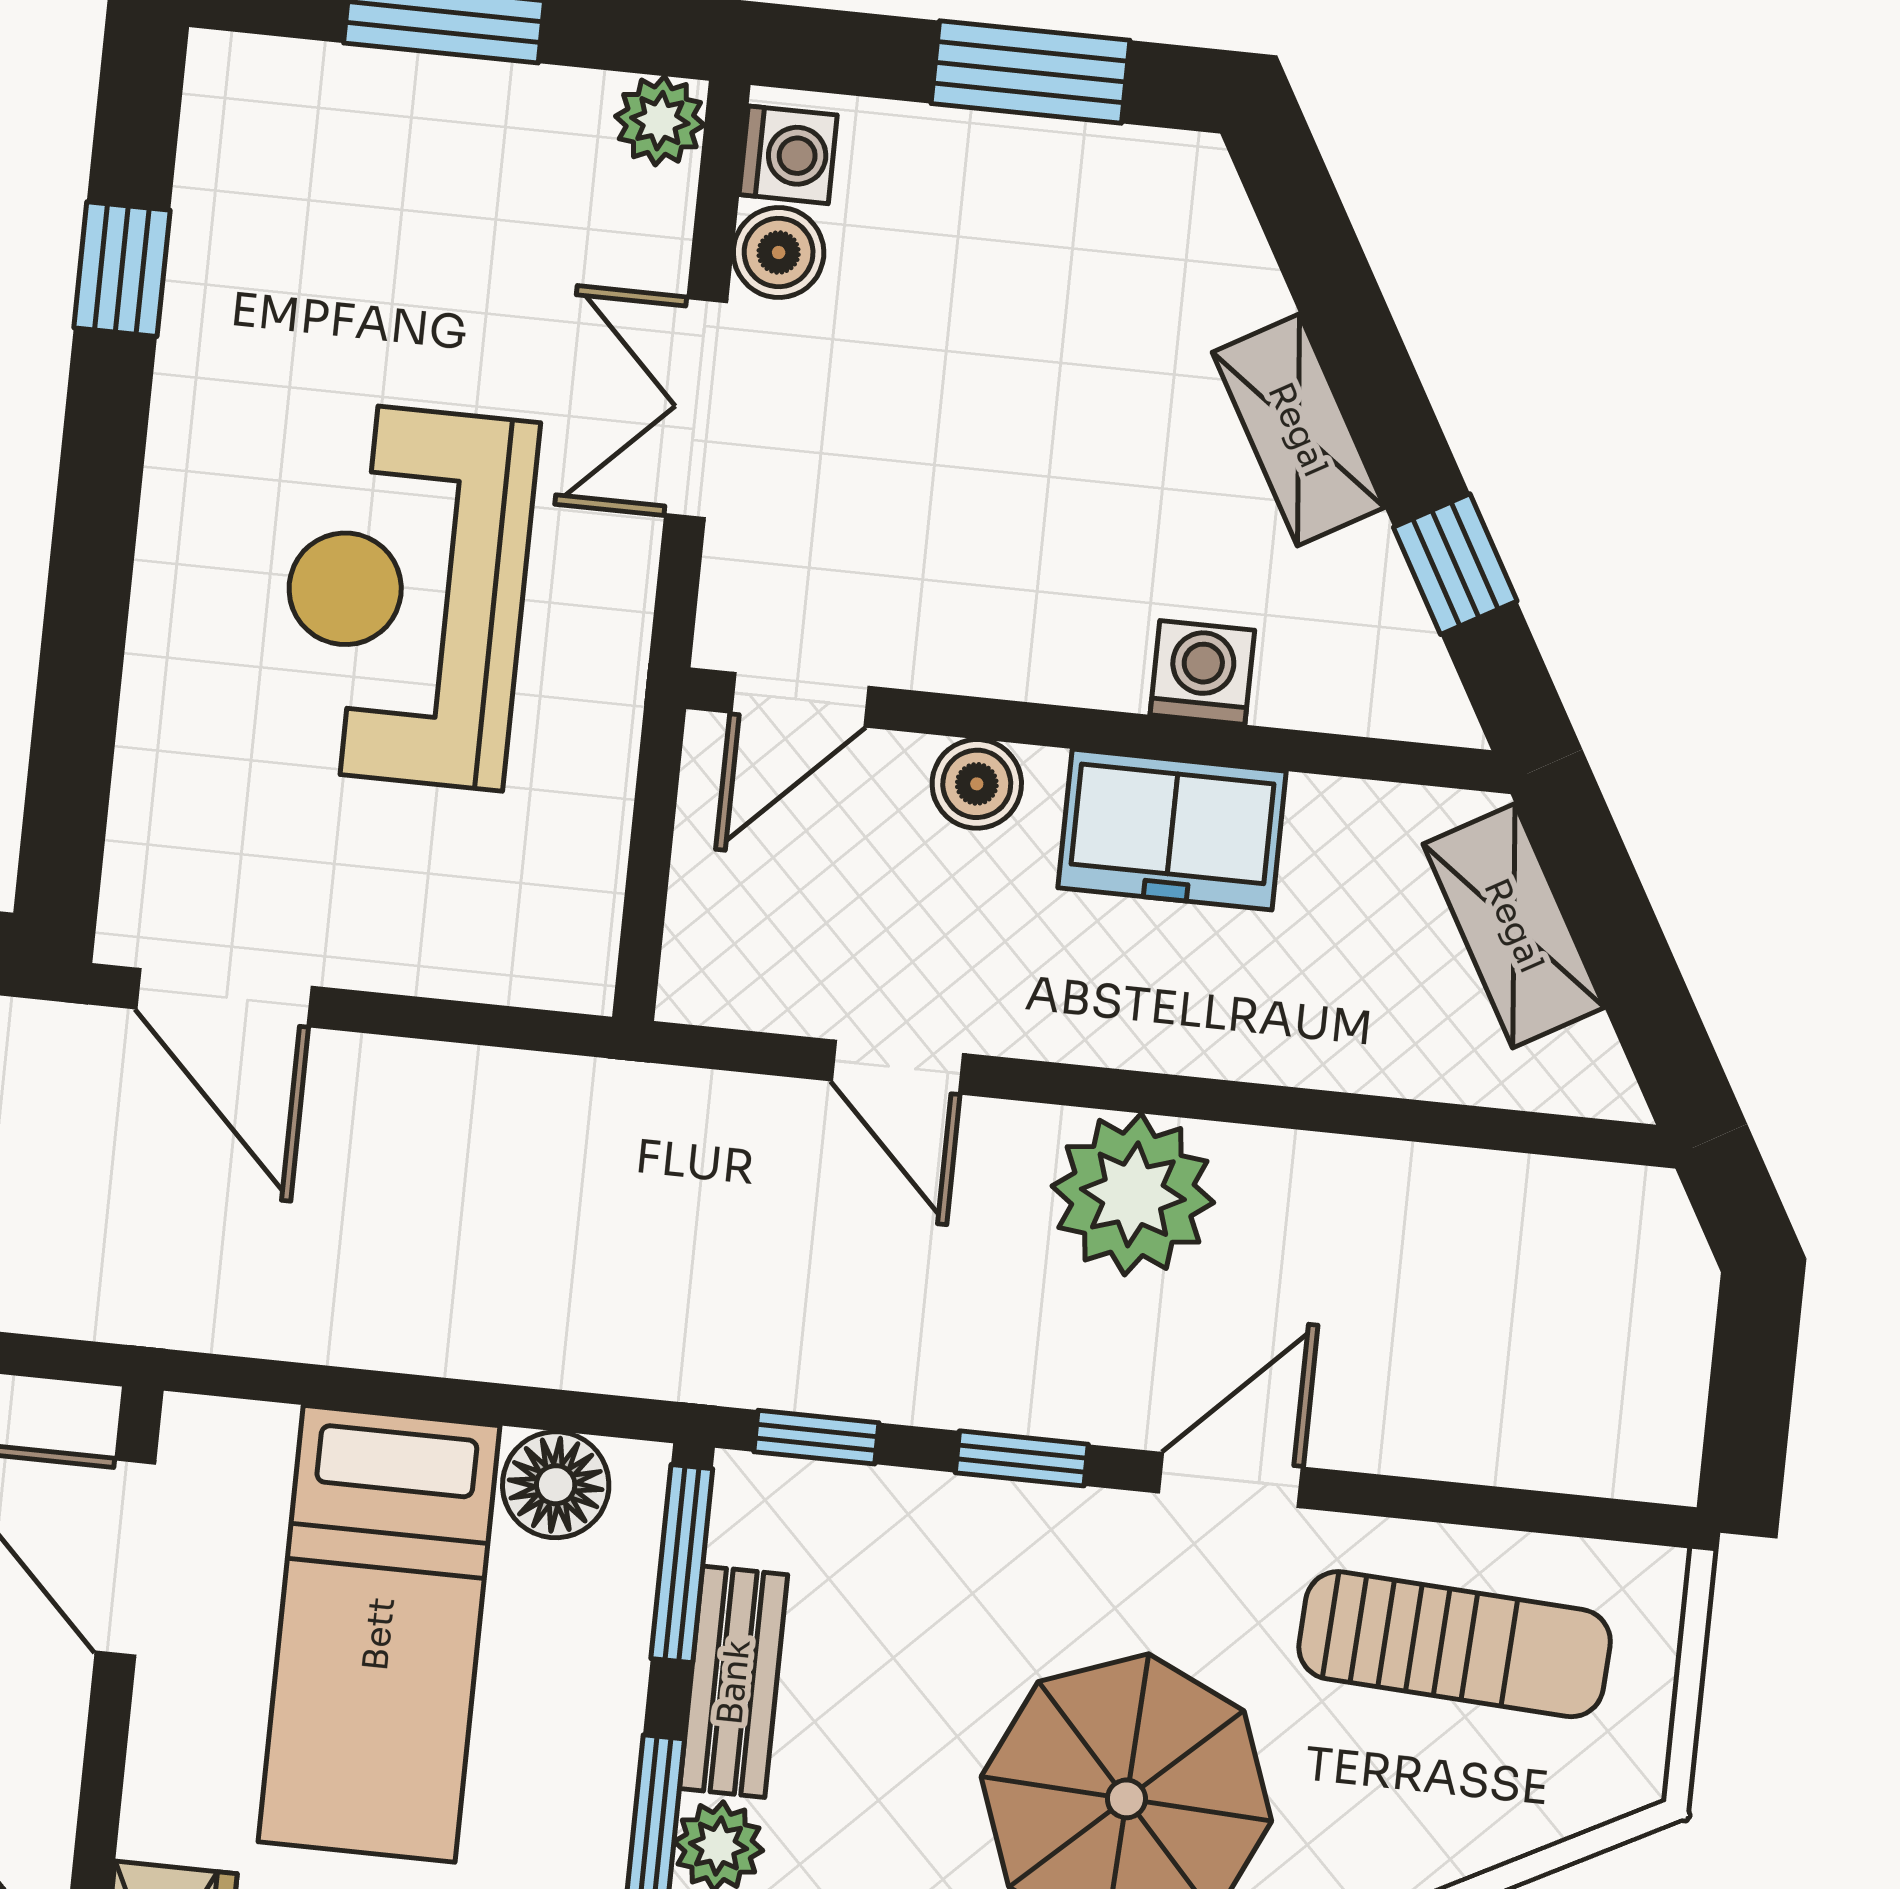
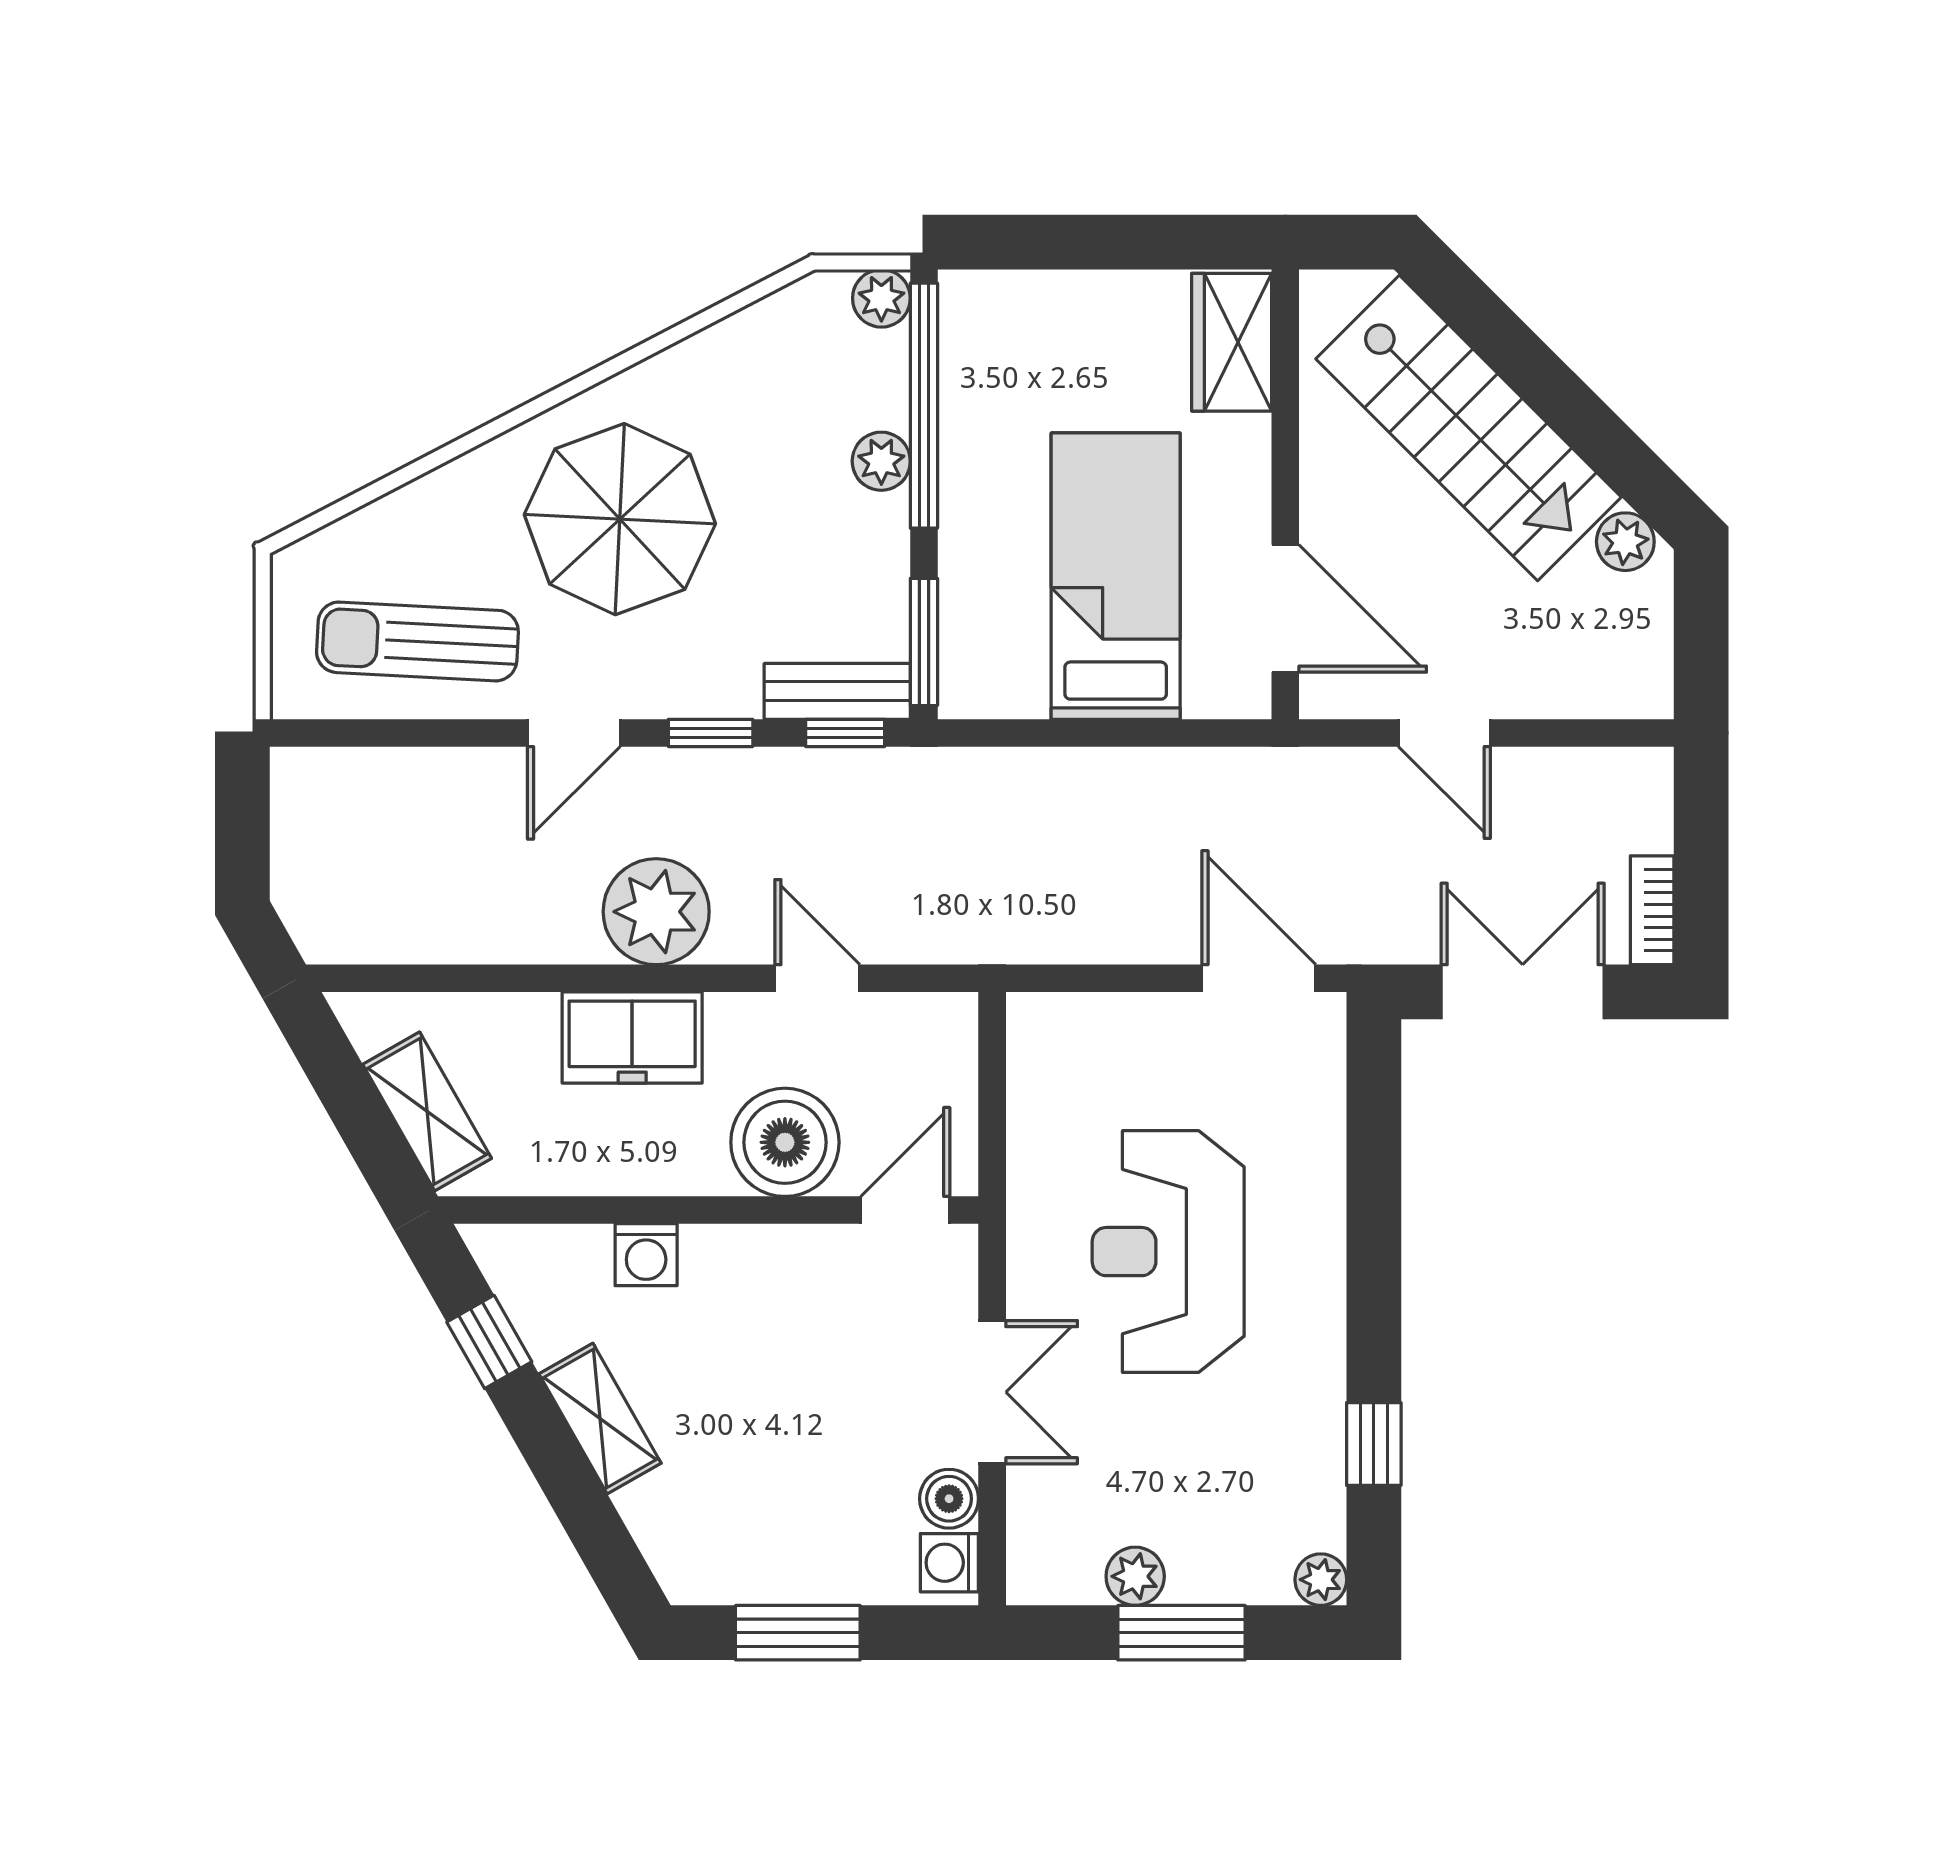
plant: (224, 71) -> (1321, 1580), added
plant: (660, 121) -> (1135, 1576), moved
reception desk: (405, 595) -> (1168, 1252), turned 180
boiler: (977, 784) -> (785, 1142), width x1.86, depth x1.86
freezer: (1172, 829) -> (632, 1037), moved, turned 180
floor lamp: (556, 1485) -> (1011, 685), removed
bench: (734, 1682) -> (837, 691), moved, turned 90

